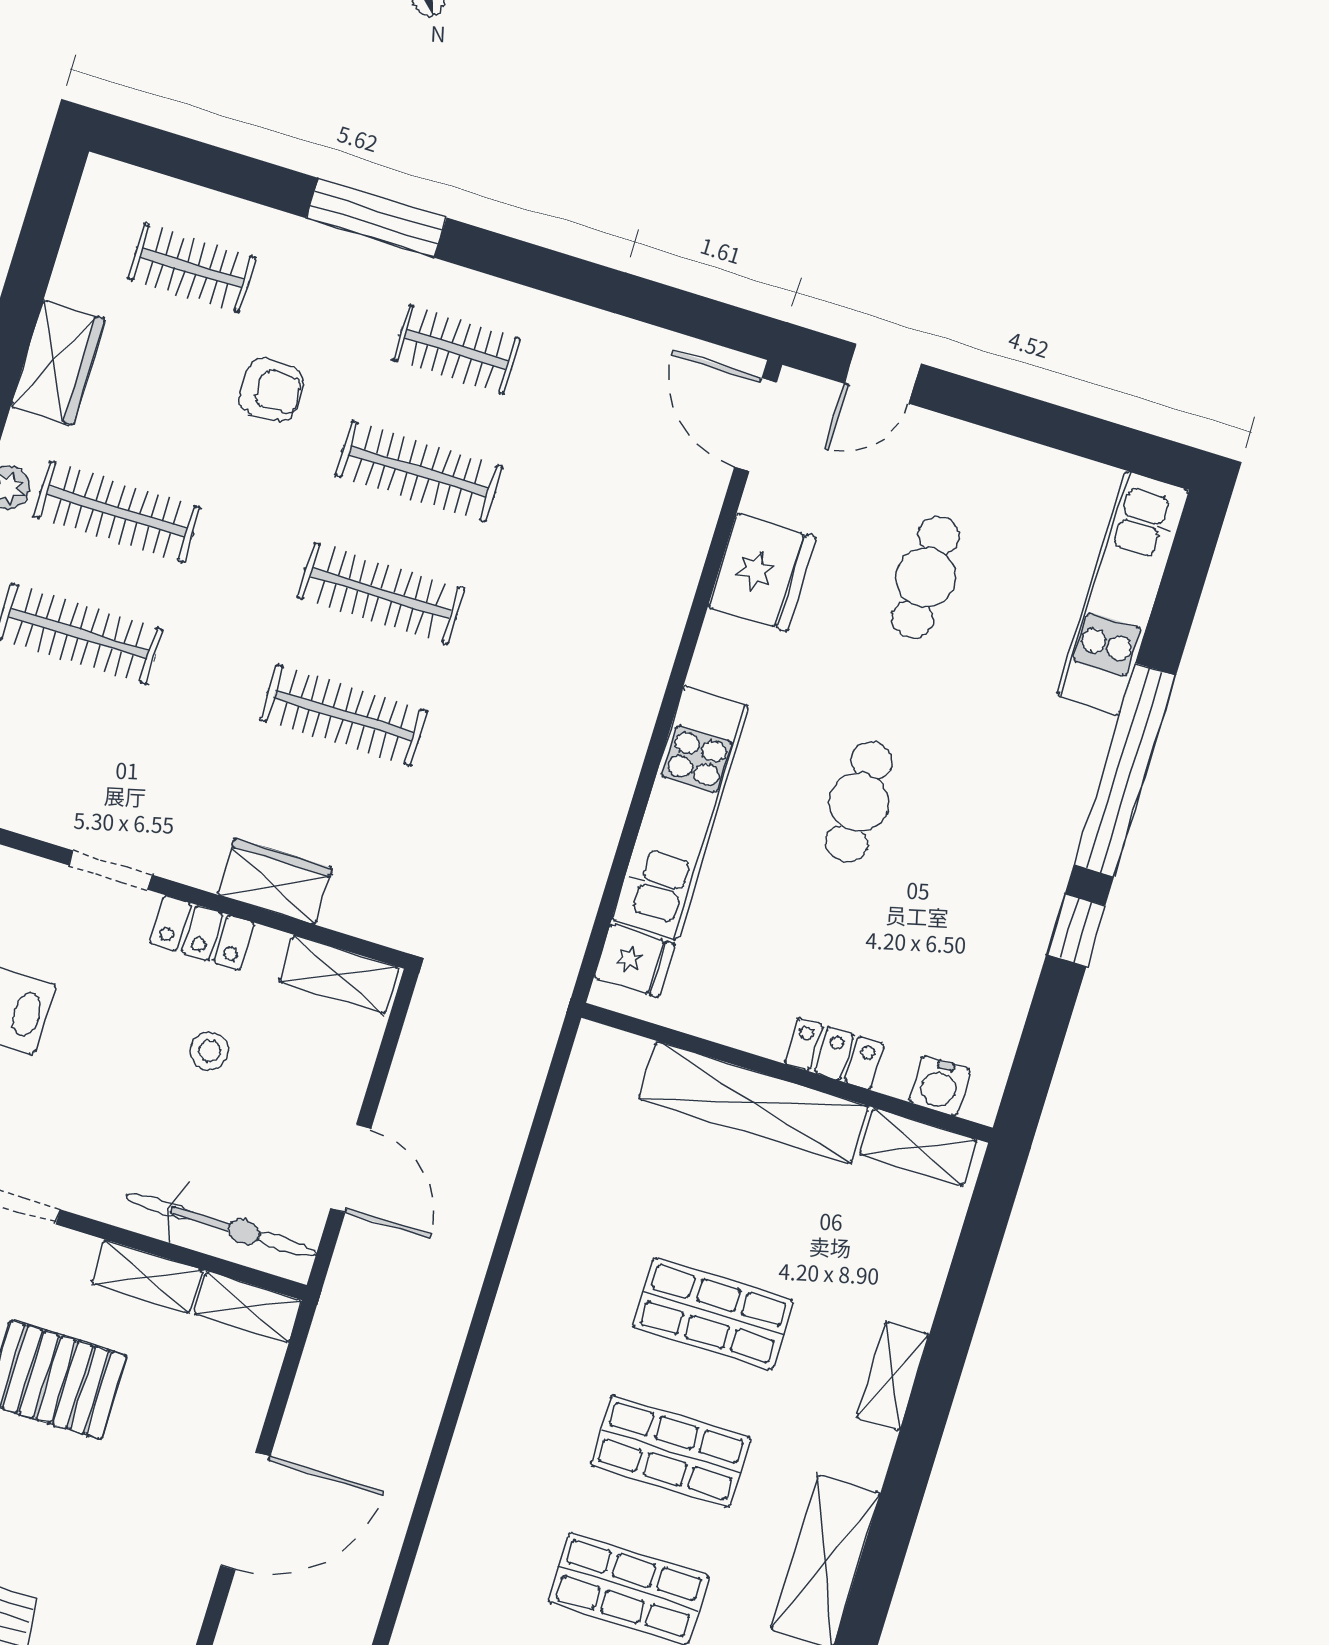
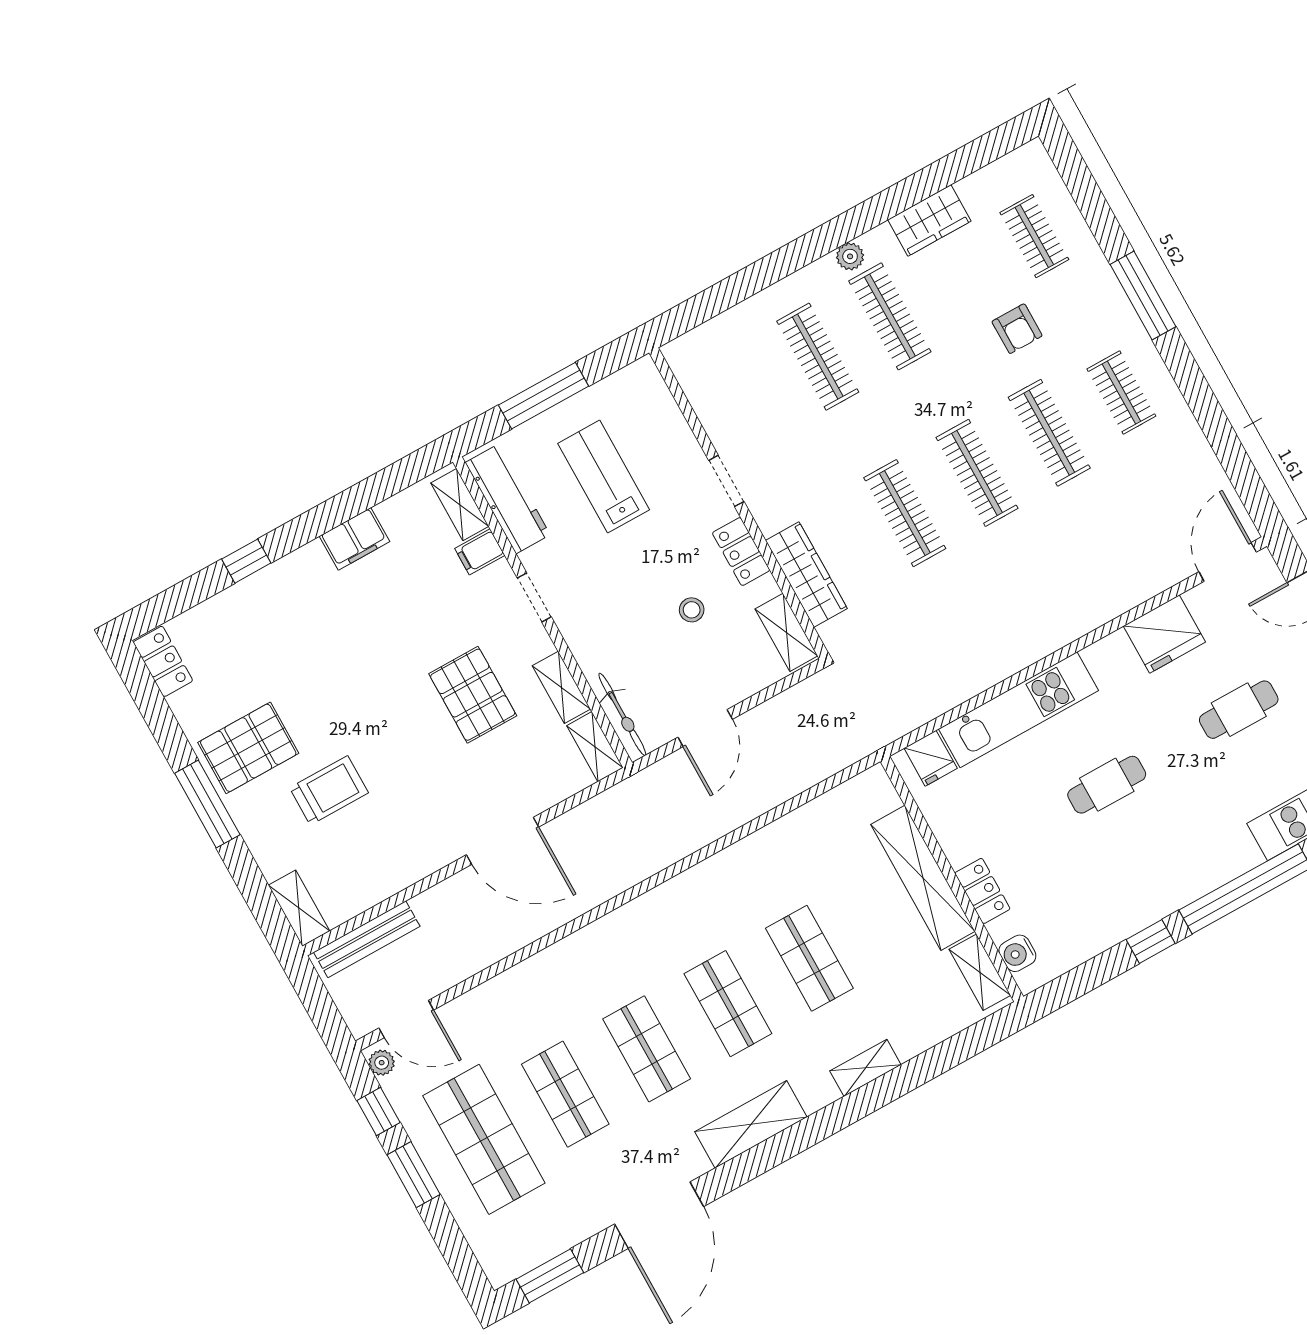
wardrobe: (275, 881) -> (806, 574), width x1.50
bicycle: (221, 1225) -> (622, 714), width x0.73, depth x0.71

